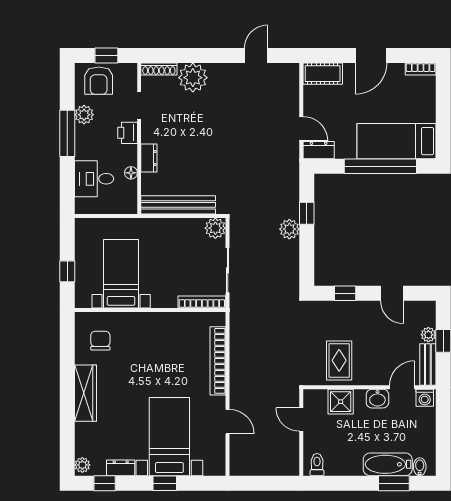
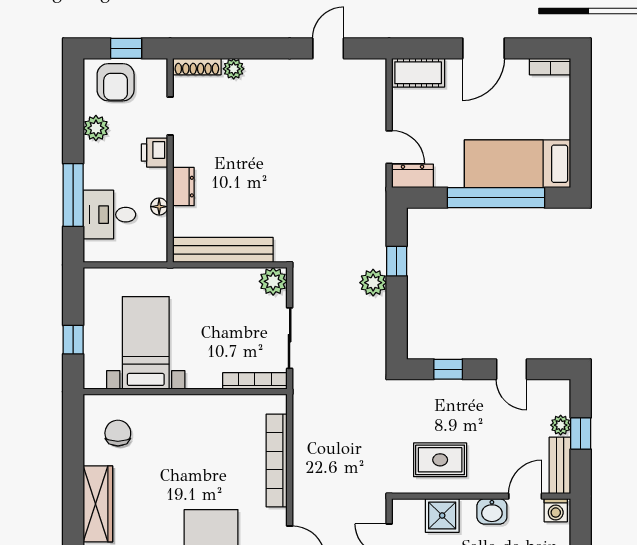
plant: (193, 78) -> (234, 69), width x0.53, depth x0.53
window: (67, 133) -> (73, 195), moved
rug: (339, 360) -> (440, 460), turned 90

